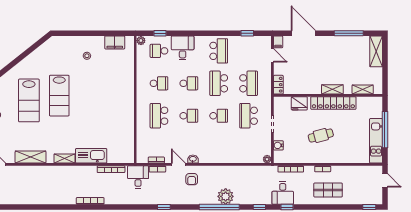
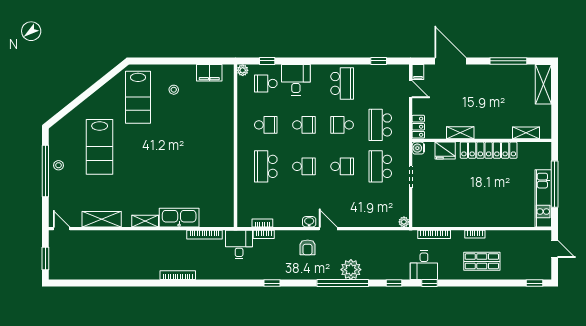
school desk: (219, 83) -> (342, 125), width x0.54
school desk: (249, 83) -> (380, 125), turned 180
shelving: (332, 89) -> (460, 133), moved
lab bench: (59, 96) -> (138, 97), moved
cafe table: (321, 135) -> (473, 192), removed
water cooler: (278, 145) -> (418, 148), moved
door: (178, 164) -> (328, 229), moved

